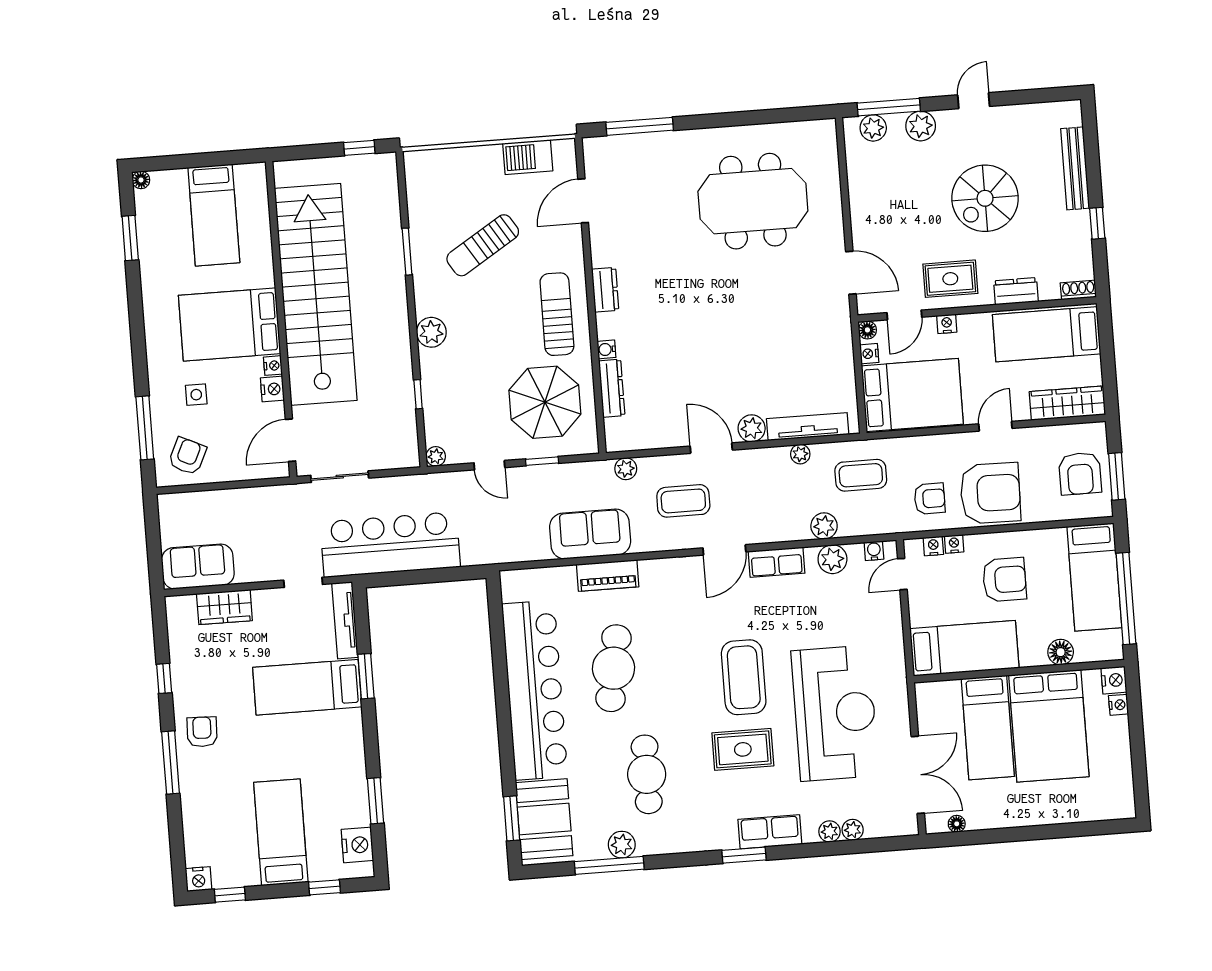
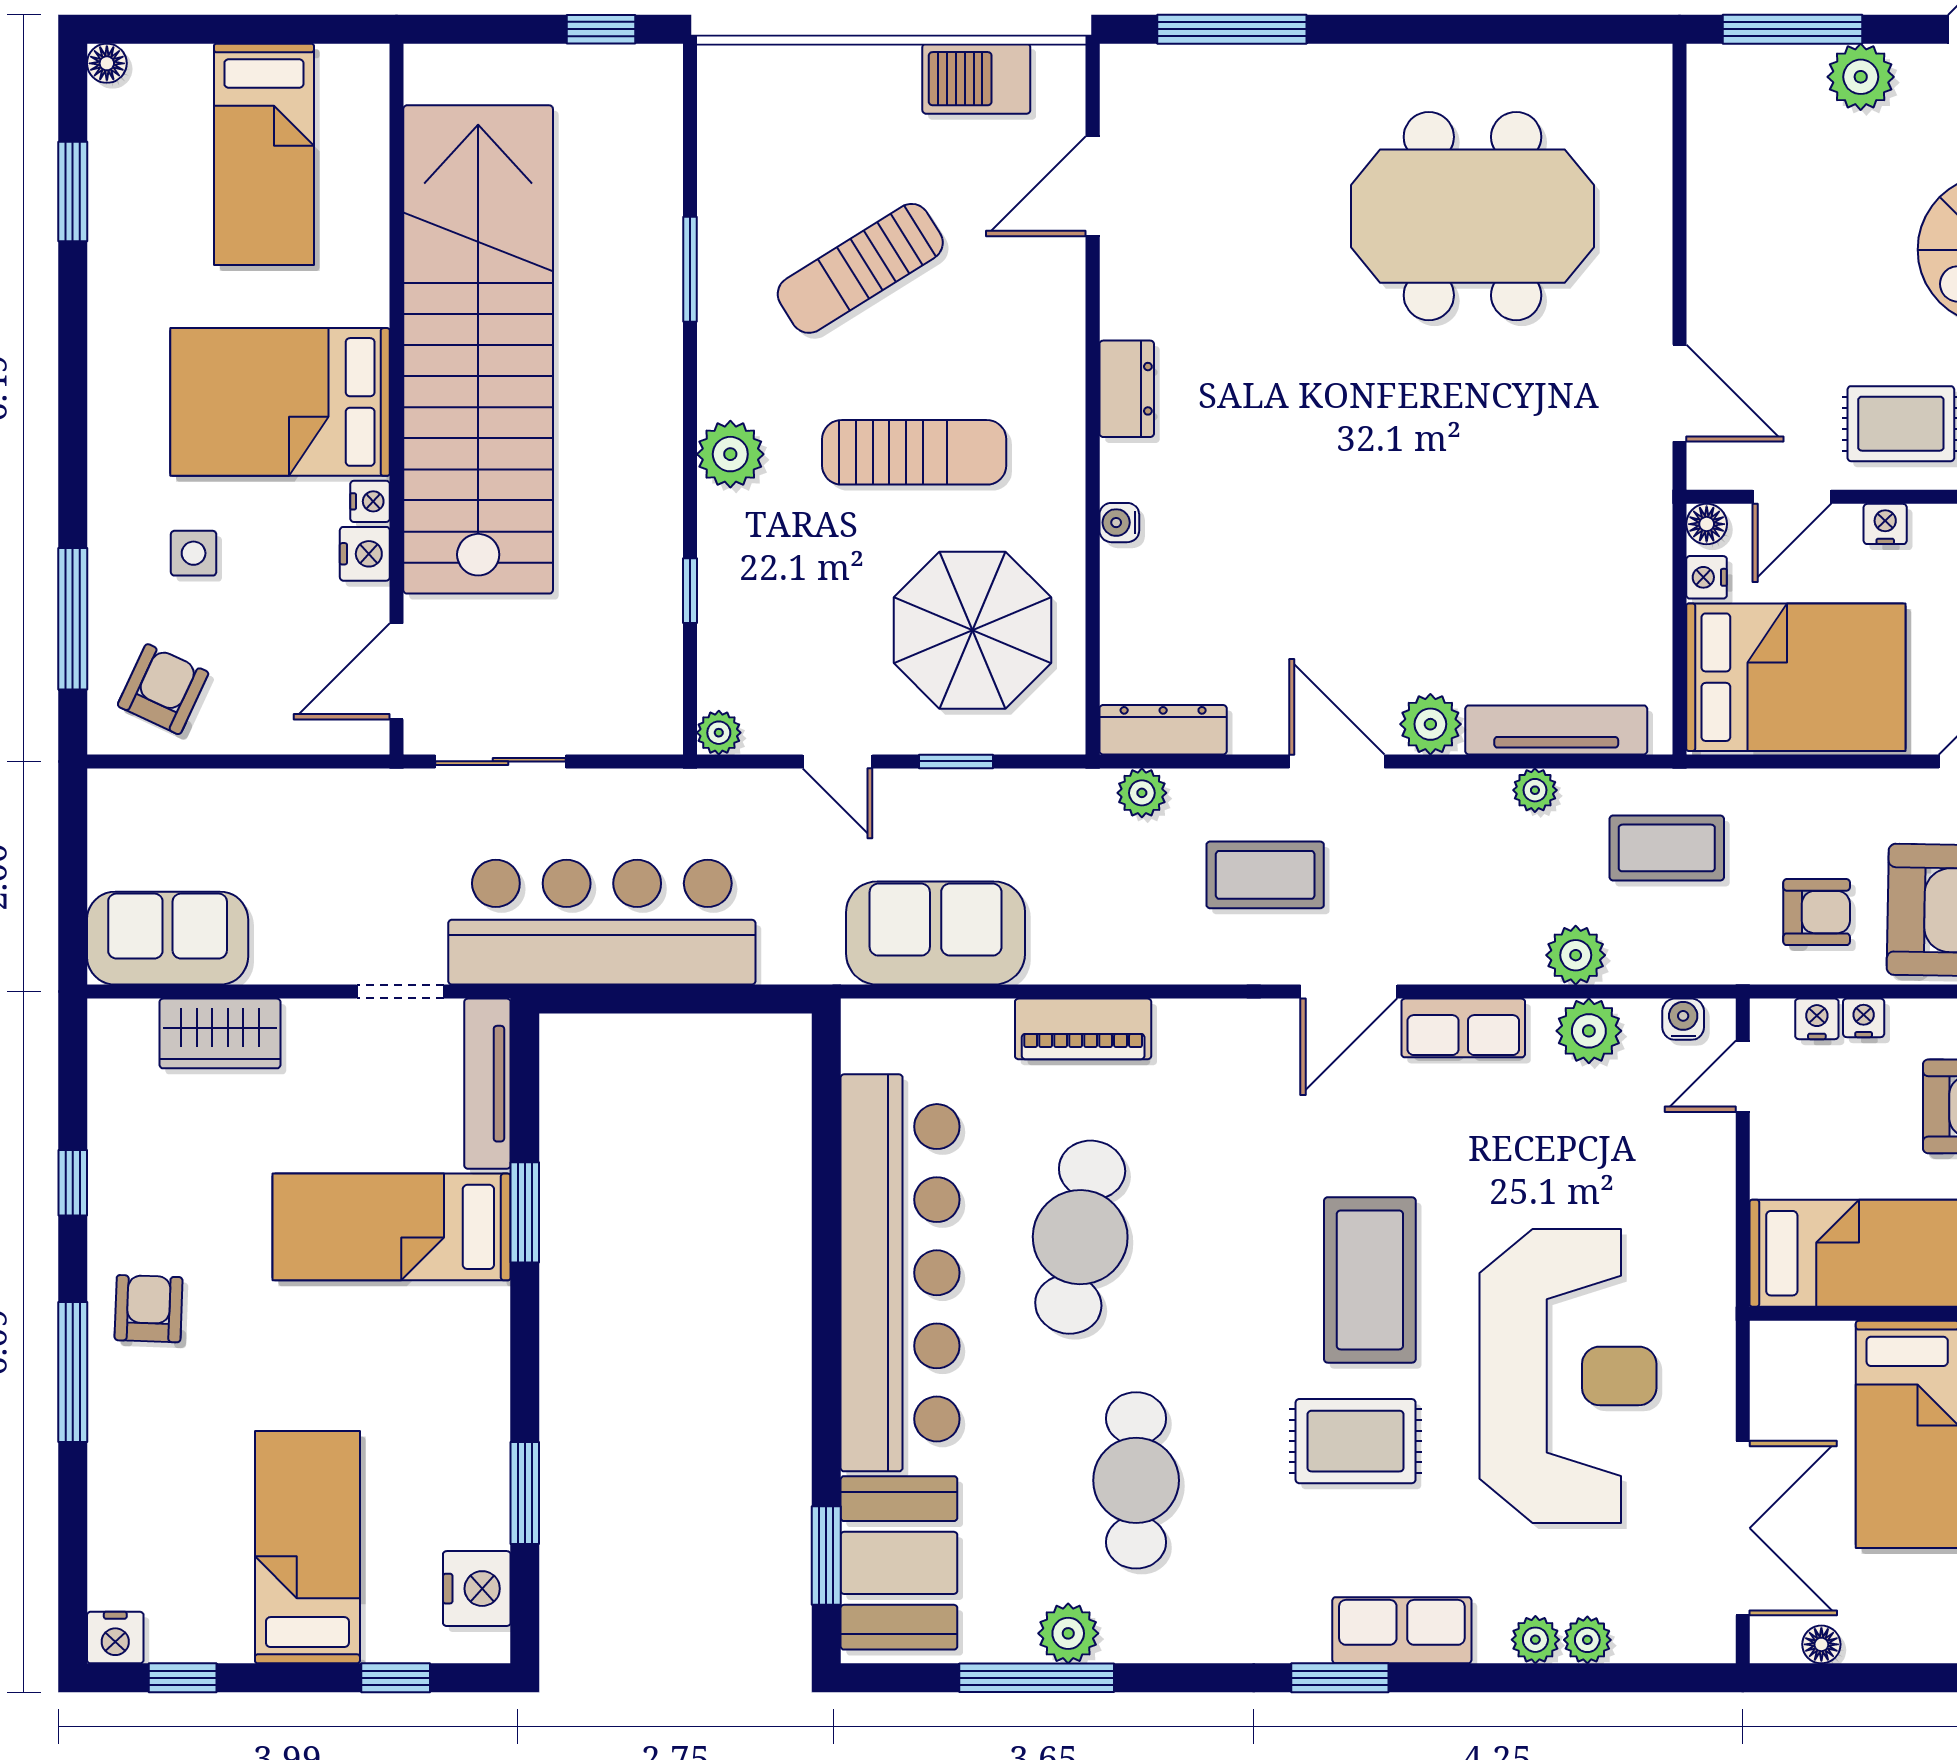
plant: (873, 128) -> (1754, 73), removed
sun lounger: (557, 314) -> (914, 452), moved, turned 90
dresser: (612, 388) -> (1163, 730), moved, turned -90
sofa: (590, 534) -> (936, 933), moved

